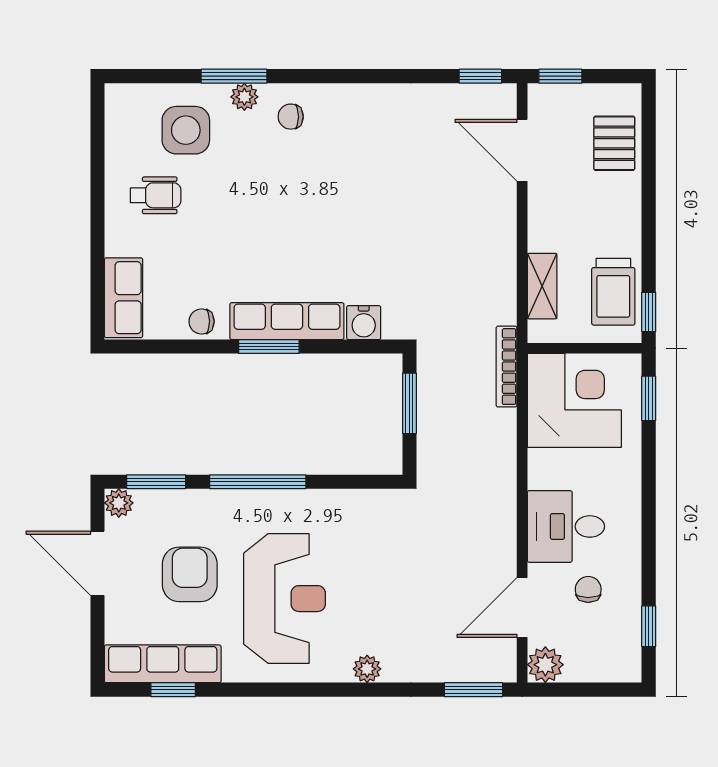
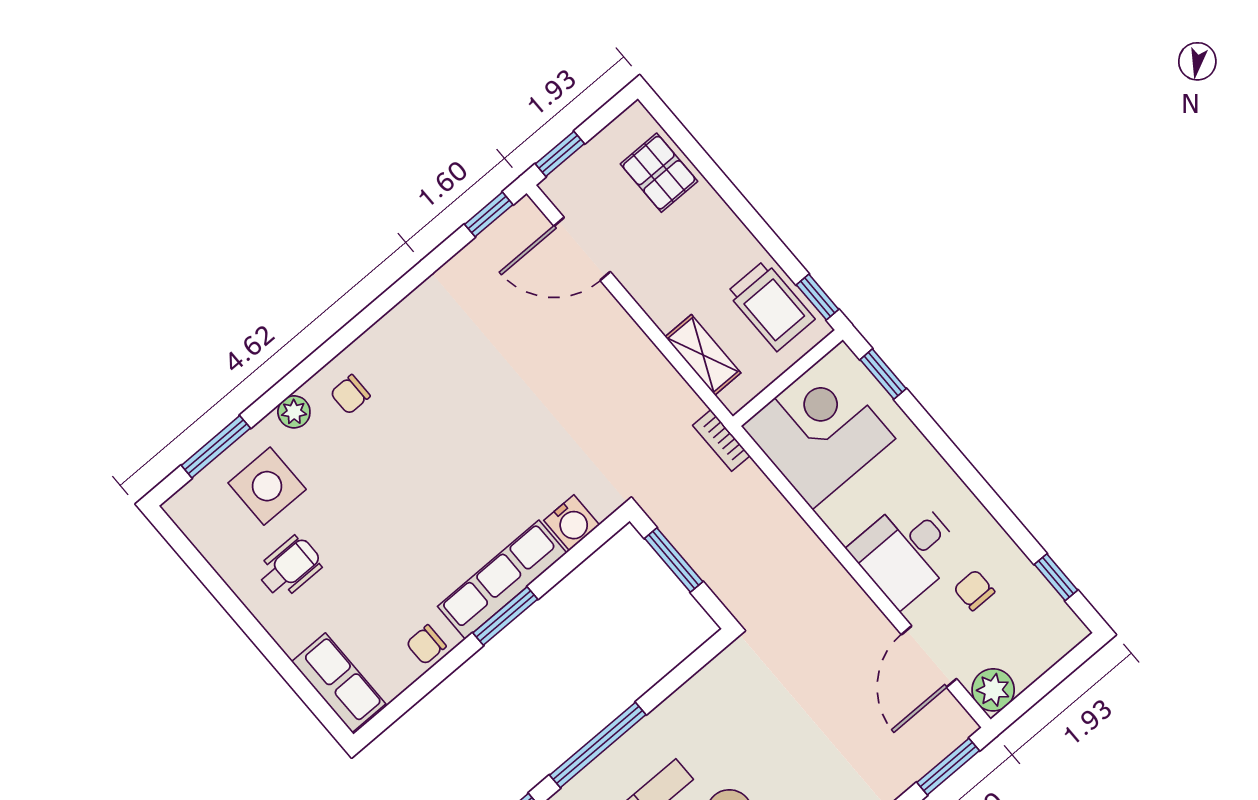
window: (234, 76) -> (216, 447), moved
bookcase: (507, 367) -> (721, 441), width x0.64

